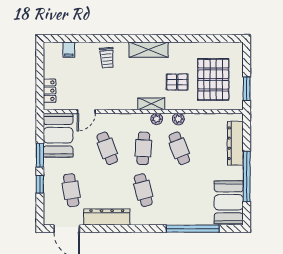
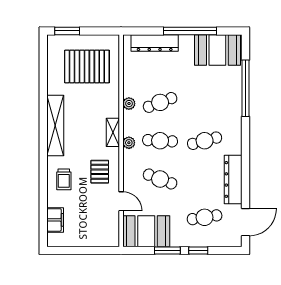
filing cabinet: (69, 50) -> (55, 220), width x2.00
shelving: (148, 50) -> (55, 126), width x1.47
trolley: (107, 58) -> (64, 179), turned 95
pallet: (177, 82) -> (100, 172), moved
window: (247, 89) -> (67, 31), moved
locker: (50, 91) -> (99, 240), removed
plant: (157, 119) -> (129, 143), moved
cafe table: (107, 148) -> (160, 179), turned 42

